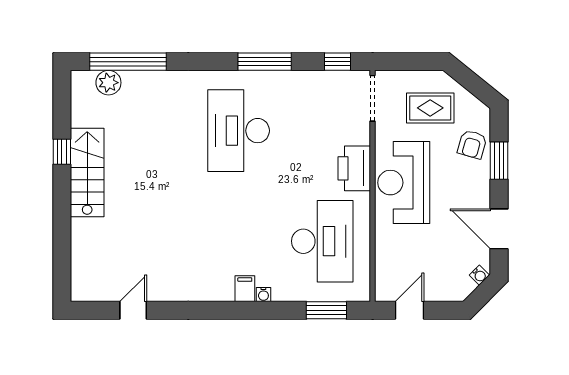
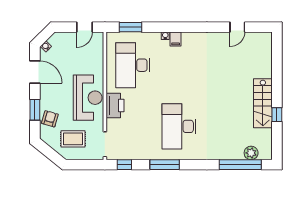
desk: (239, 131) -> (179, 126), turned 180

